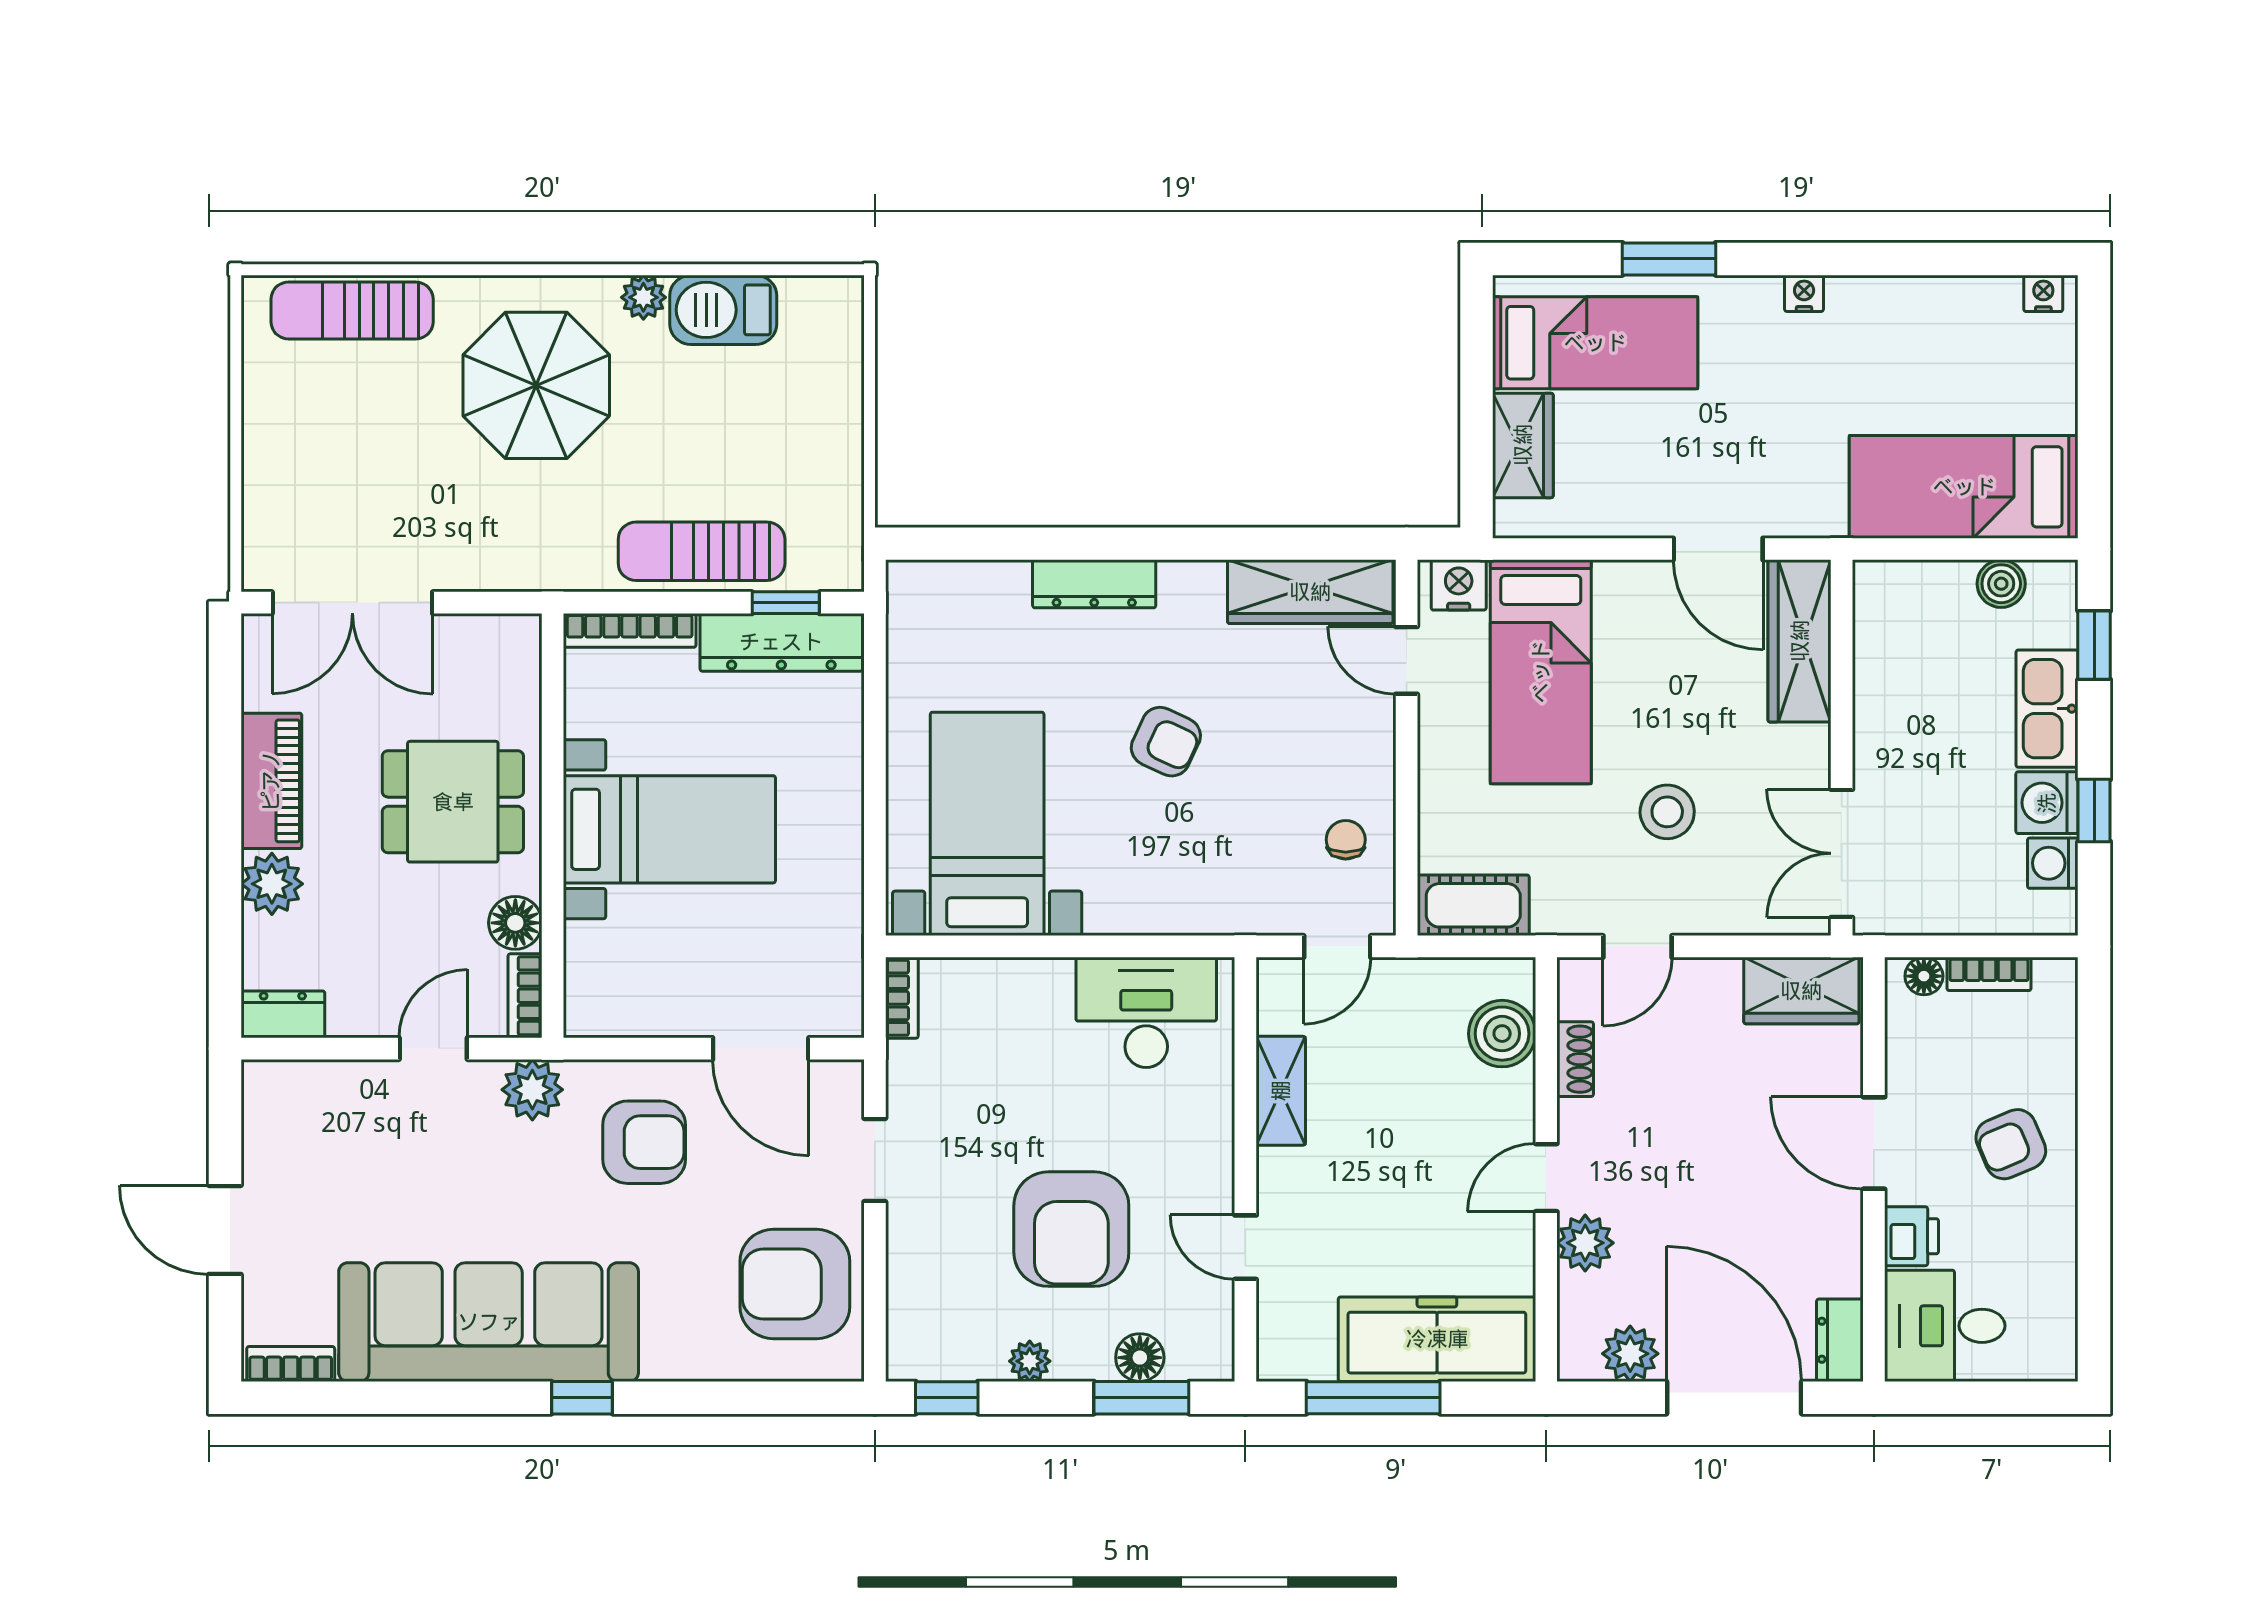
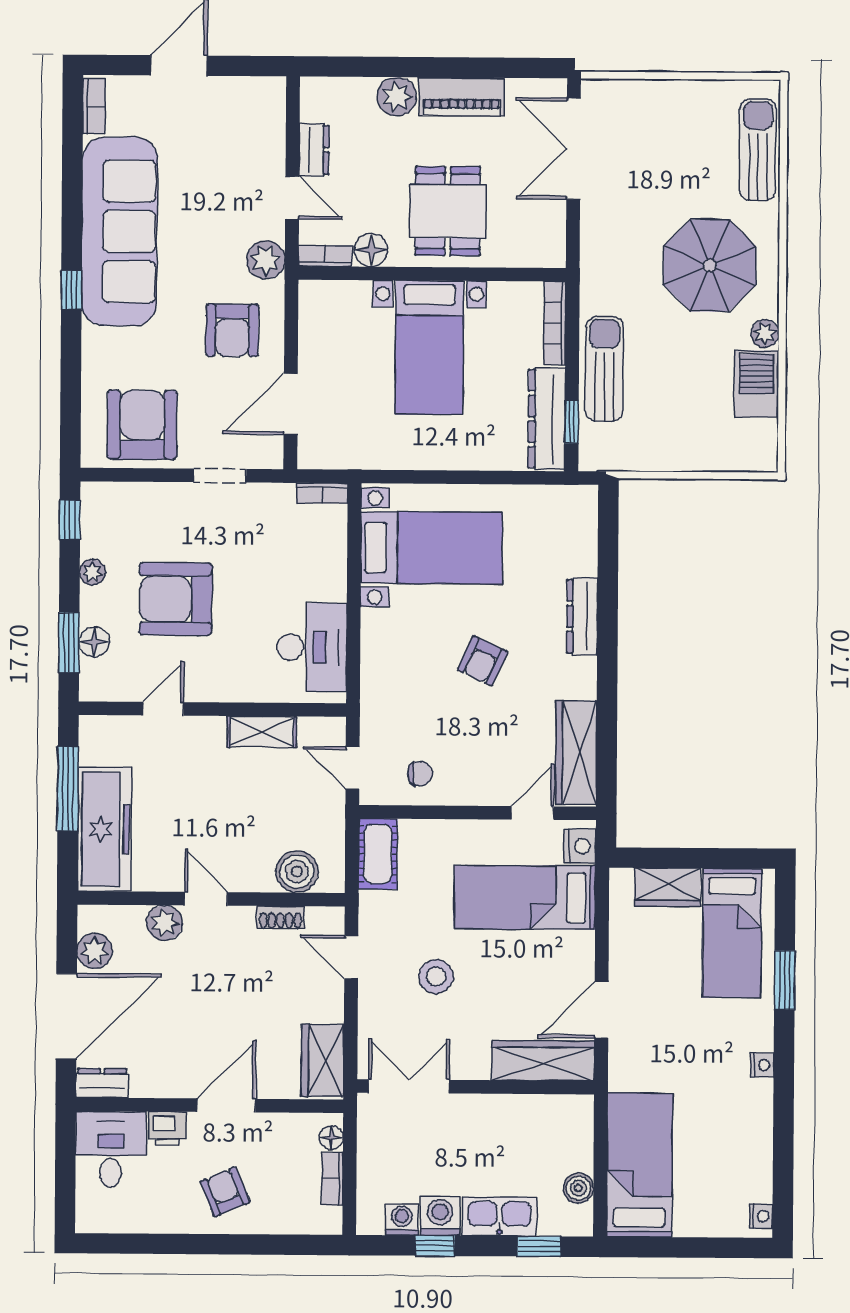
dresser: (283, 1014) -> (314, 150), moved

